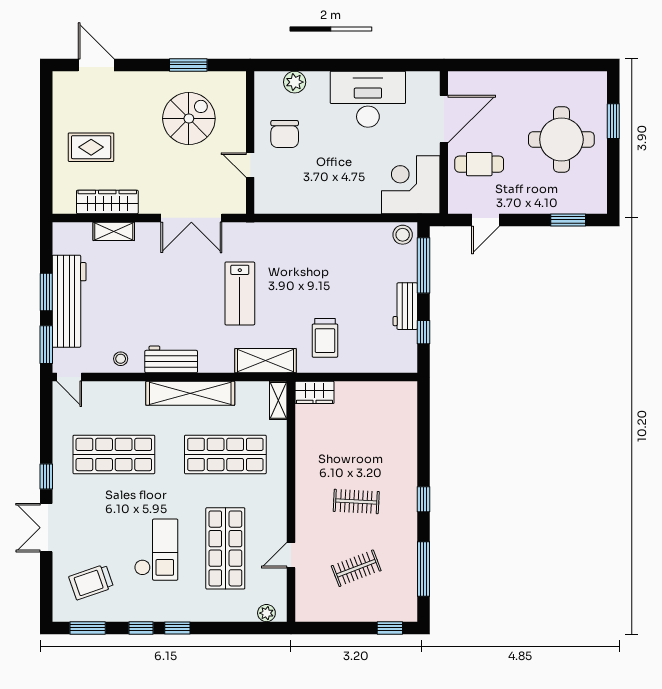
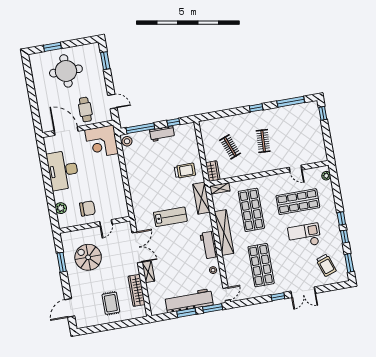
shelving: (114, 231) -> (148, 272), moved
clothes rail: (356, 568) -> (230, 147), moved

